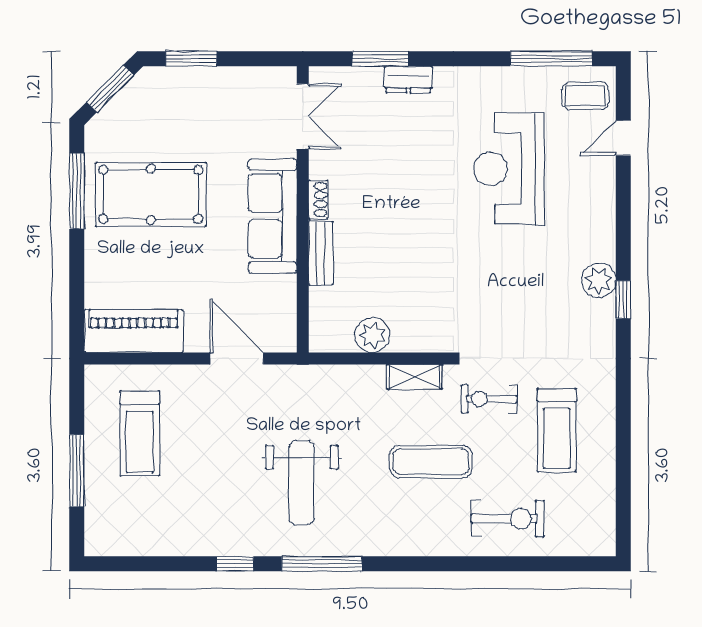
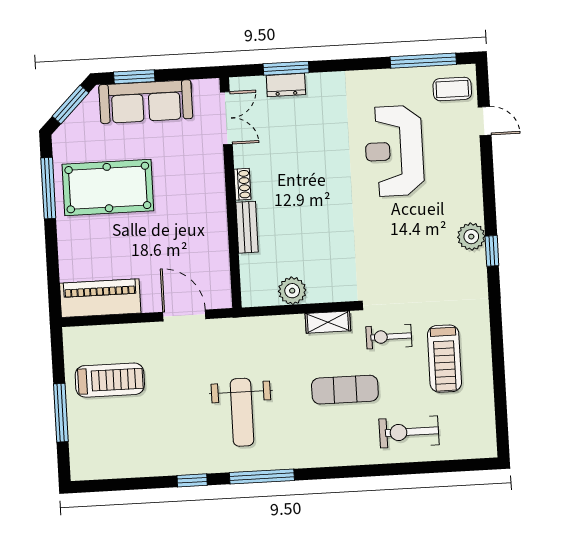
dresser: (408, 79) -> (286, 85), moved
door: (623, 138) -> (485, 121), swing flipped
sofa: (273, 216) -> (146, 102), moved, turned -90
treadmill: (140, 433) -> (110, 380), turned -90
exercise bike: (508, 519) -> (409, 432), turned 180

